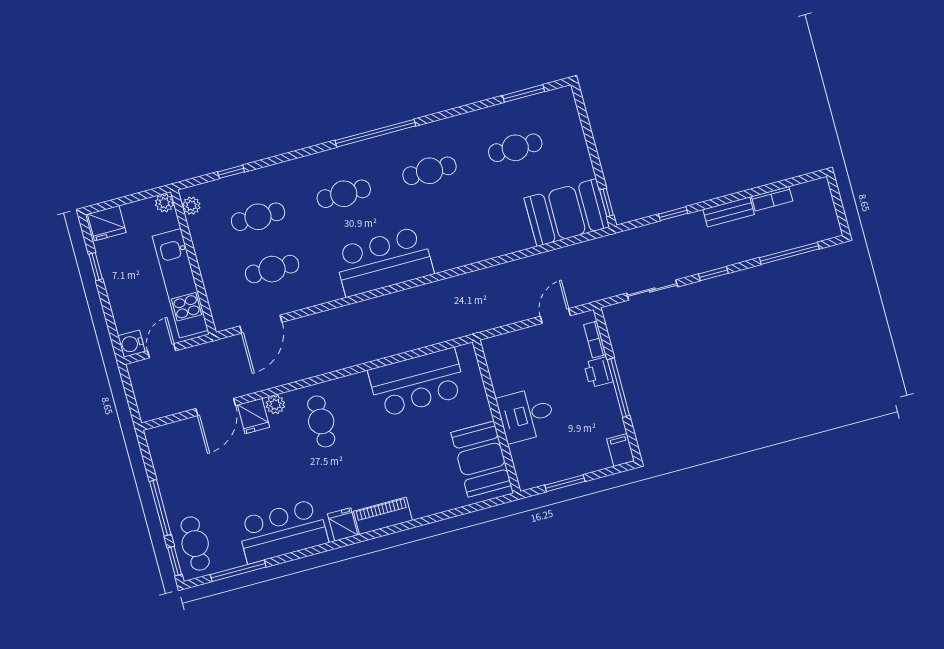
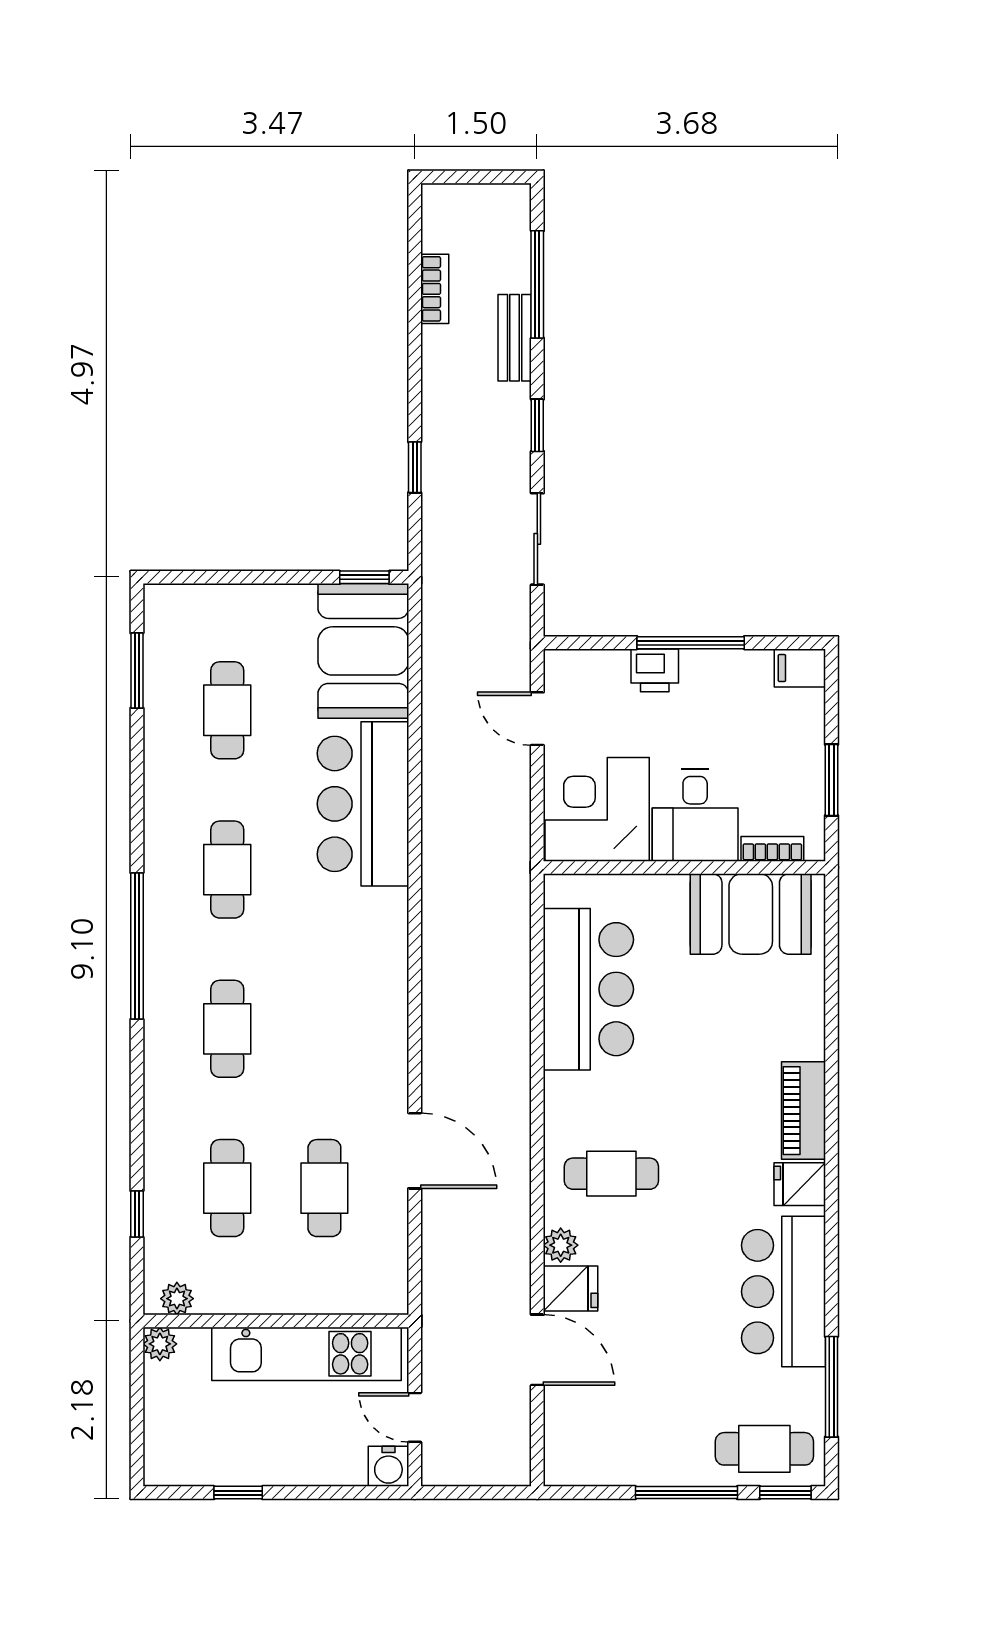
bench: (729, 212) -> (515, 338), moved
fridge: (107, 223) -> (168, 1453), removed
bar counter: (384, 261) -> (363, 804), moved
door: (261, 324) -> (415, 1151), moved
bookcase: (595, 340) -> (772, 849), moved, turned 180
corner desk: (515, 361) -> (597, 809), added

